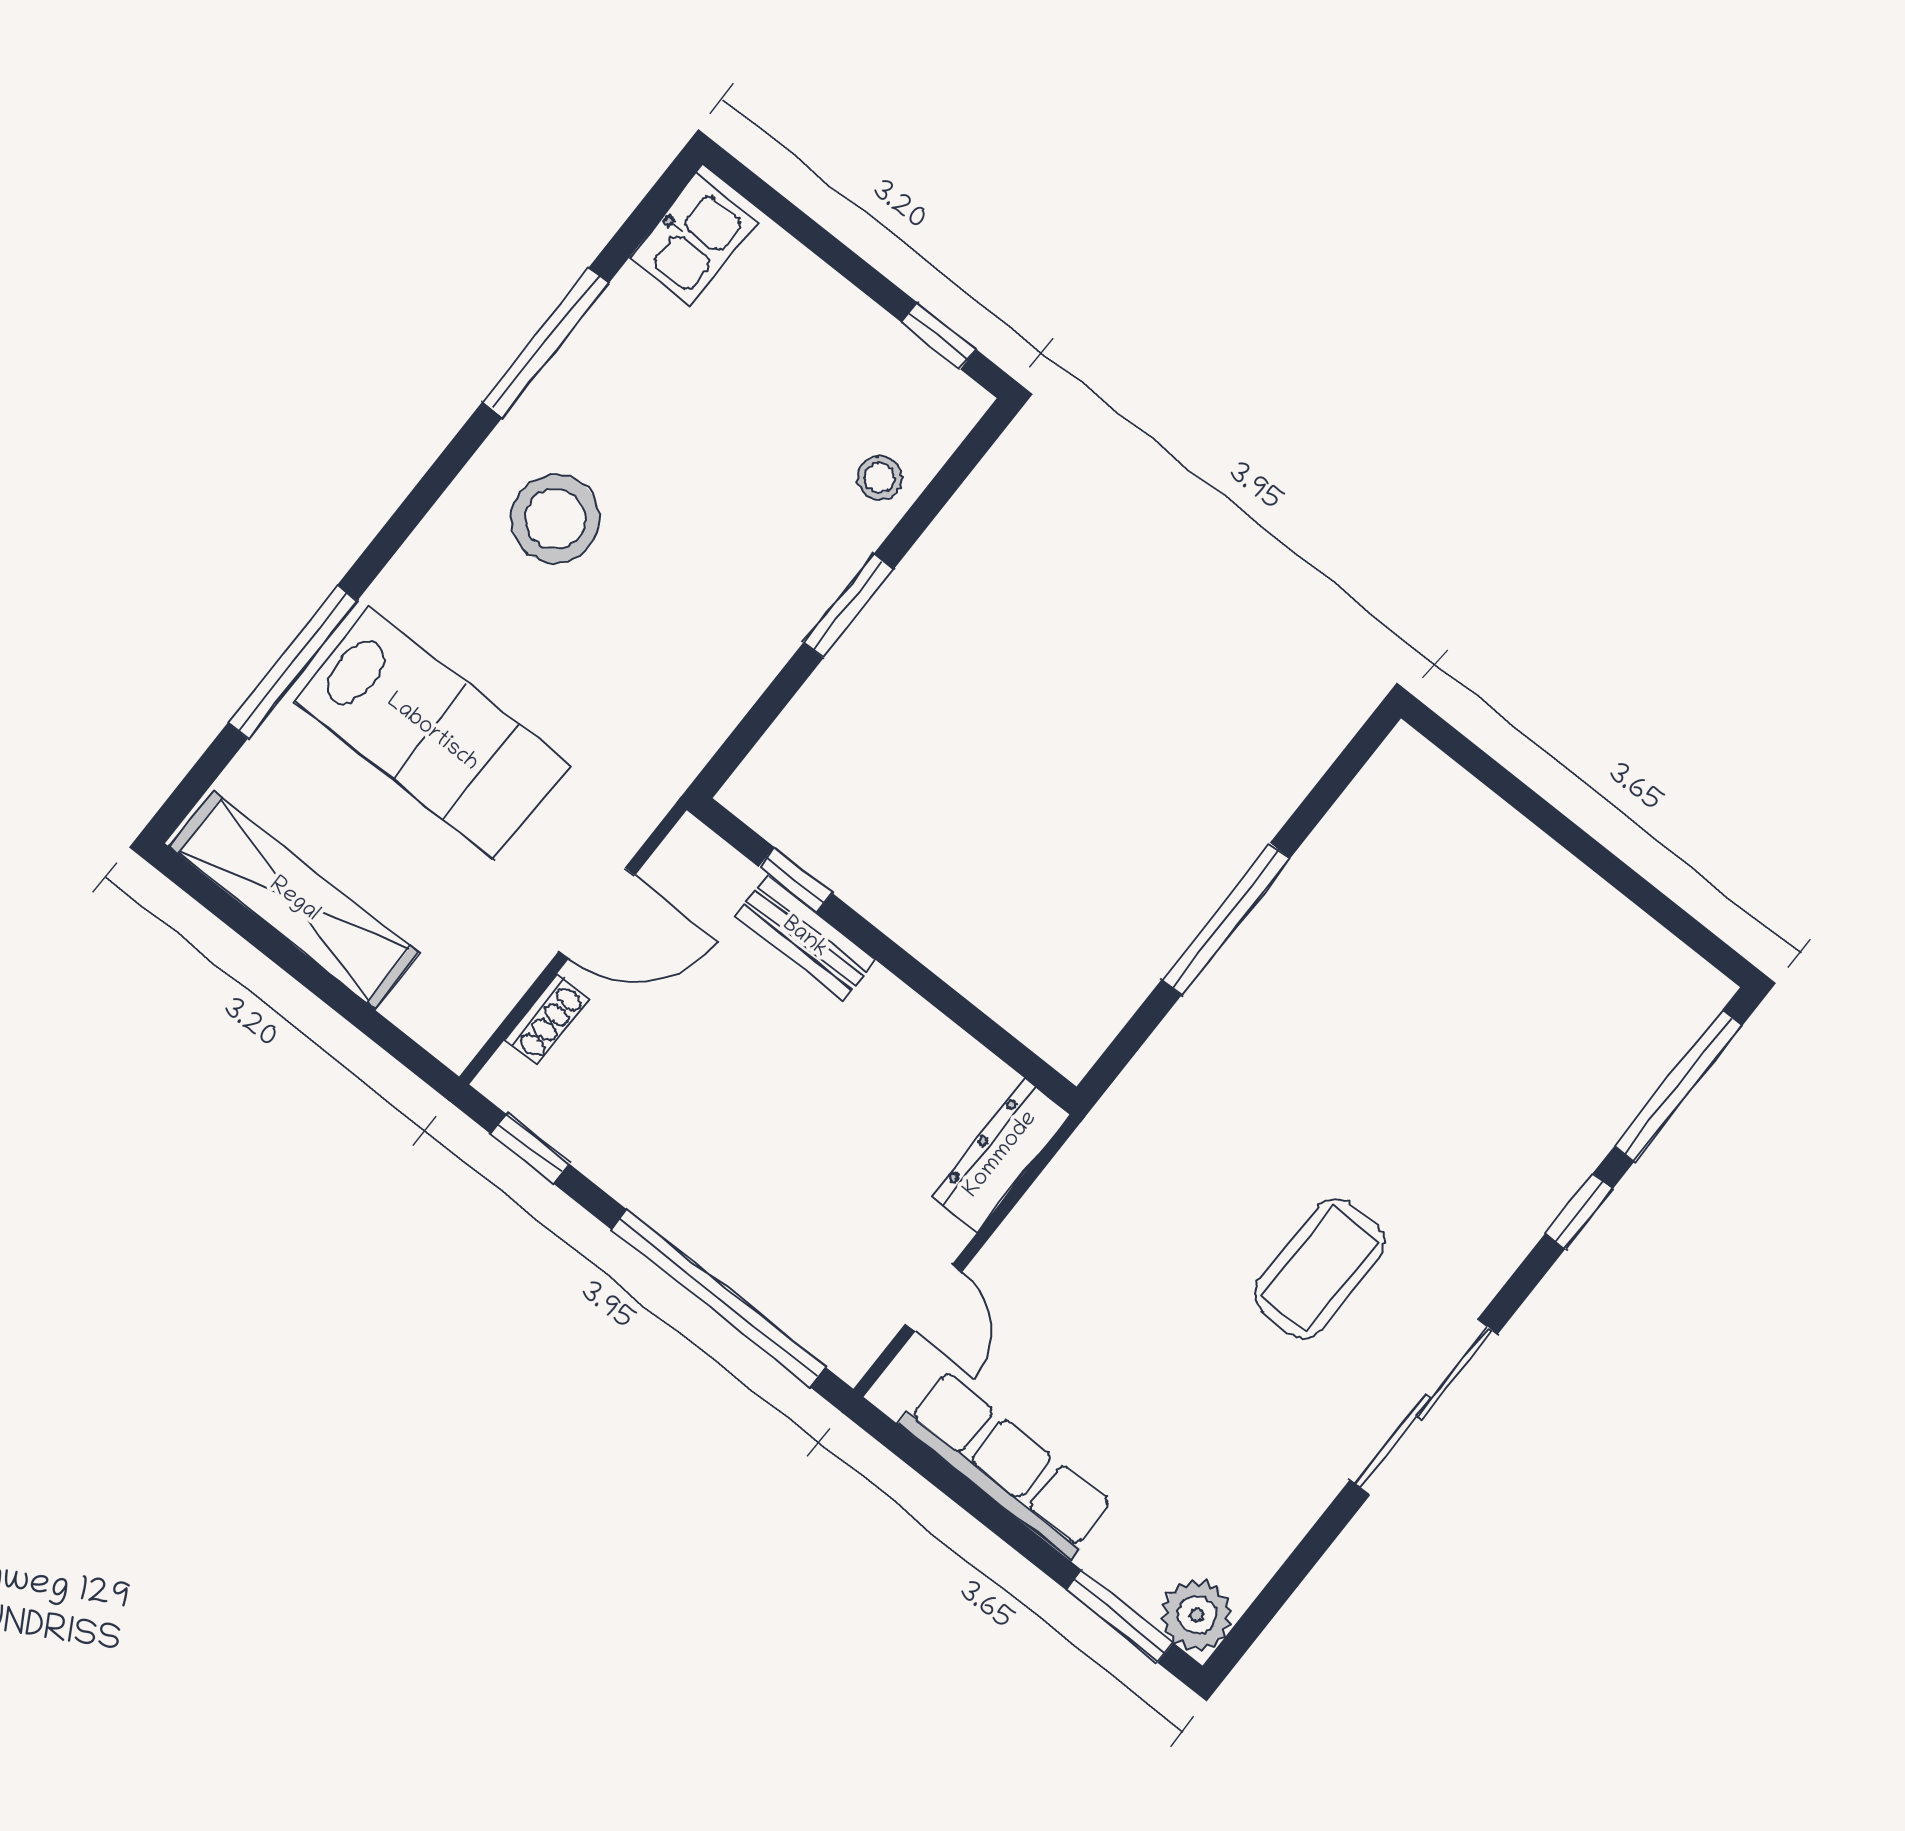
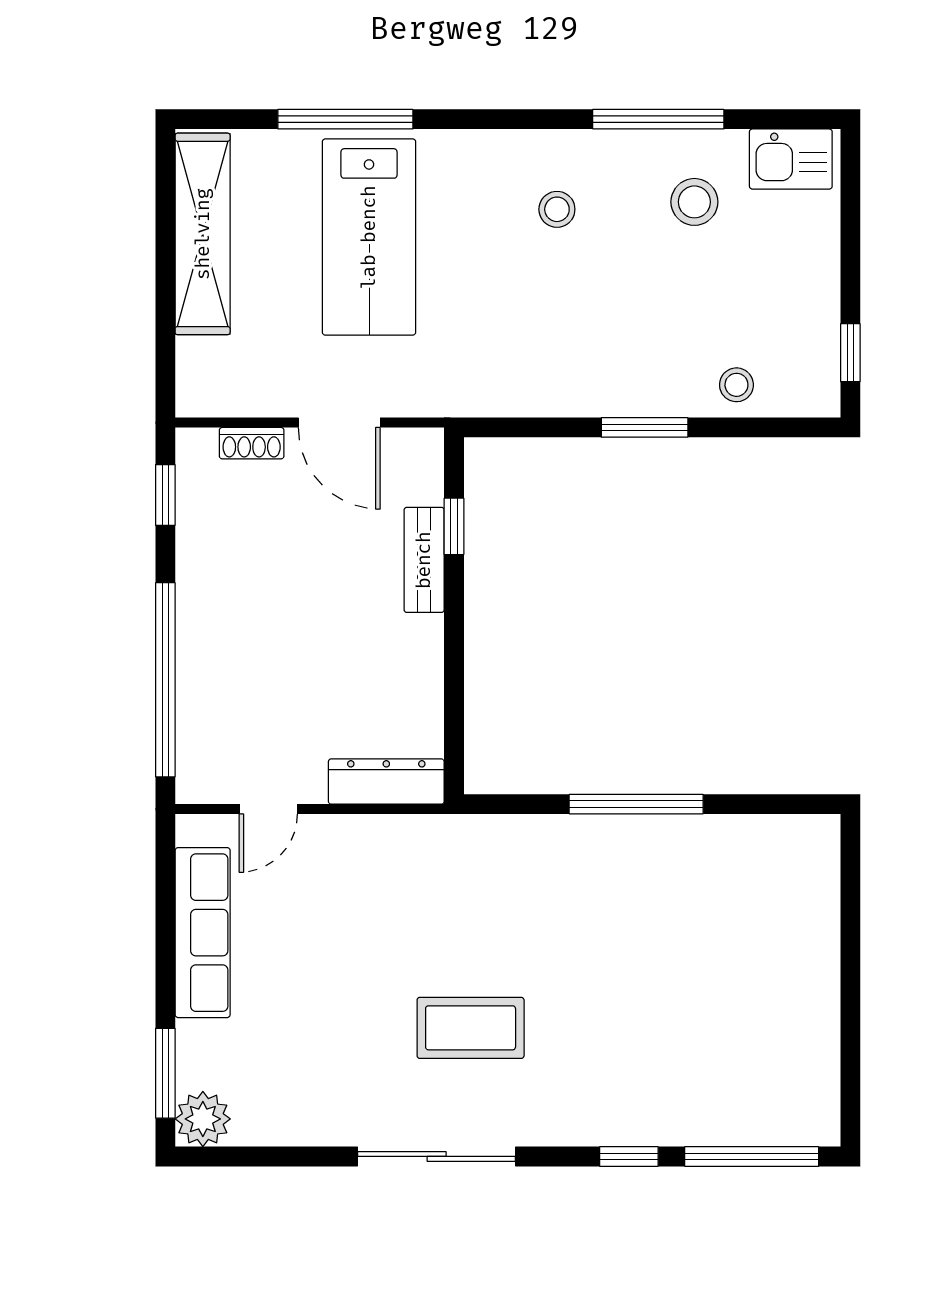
stool: (659, 373) -> (694, 202), added
stool: (555, 519) -> (557, 209), width x0.53, depth x0.53

